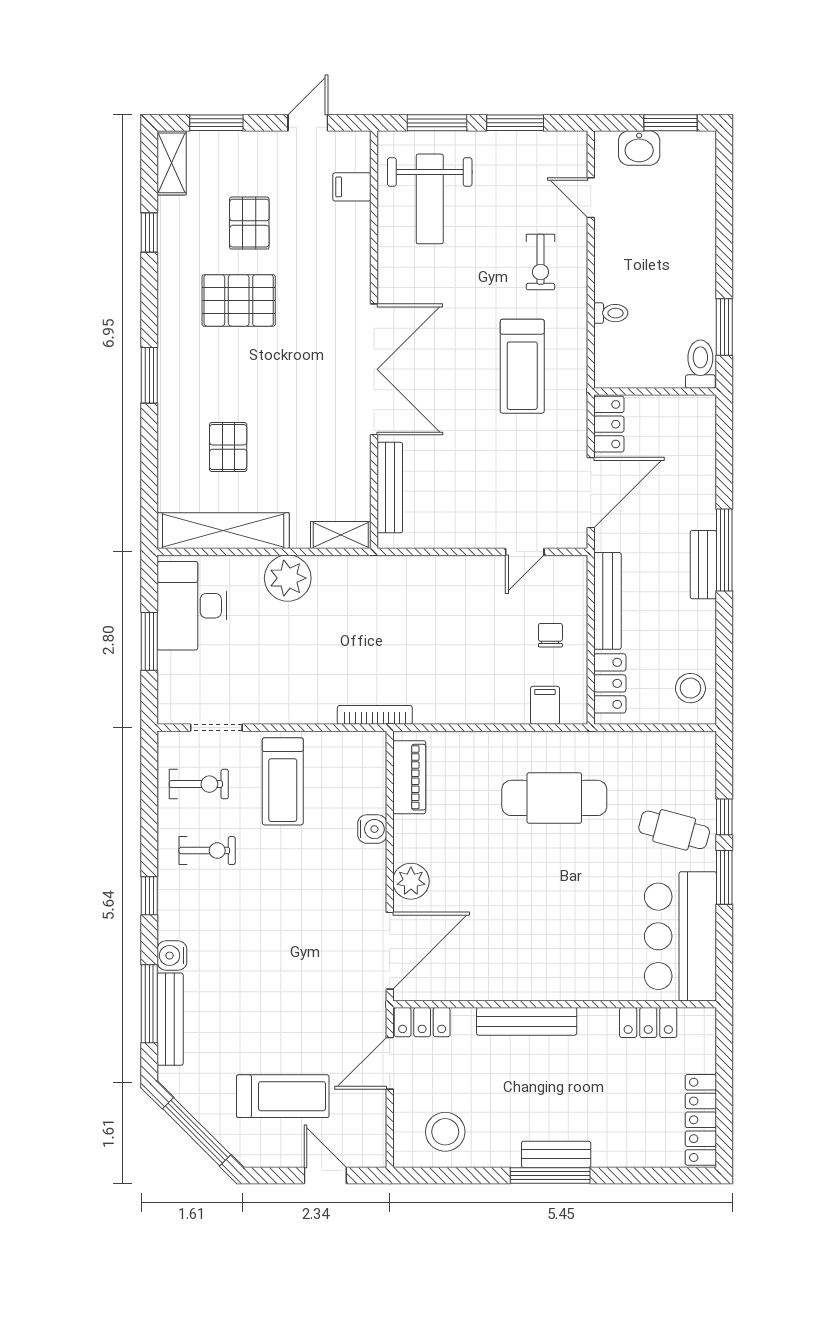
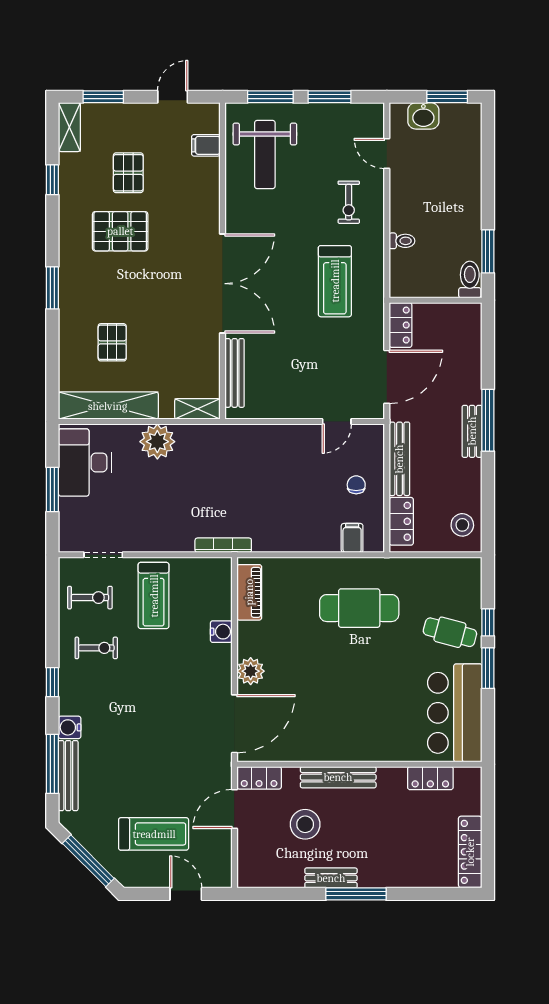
stool: (445, 1132) -> (305, 824), moved
bench: (556, 1154) -> (331, 878), moved

